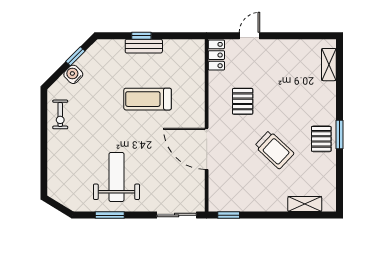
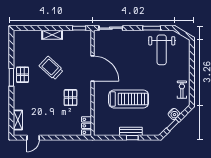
door: (250, 36) -> (33, 138), moved
treadmill: (148, 99) -> (129, 99), width x1.37, depth x1.38
weight bench: (117, 177) -> (162, 50), moved
shelving: (305, 204) -> (52, 35), moved

